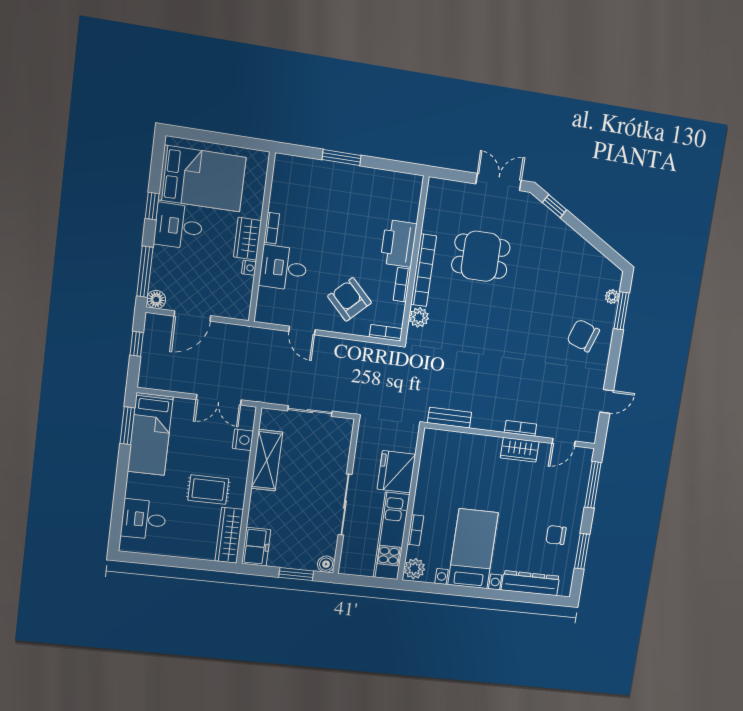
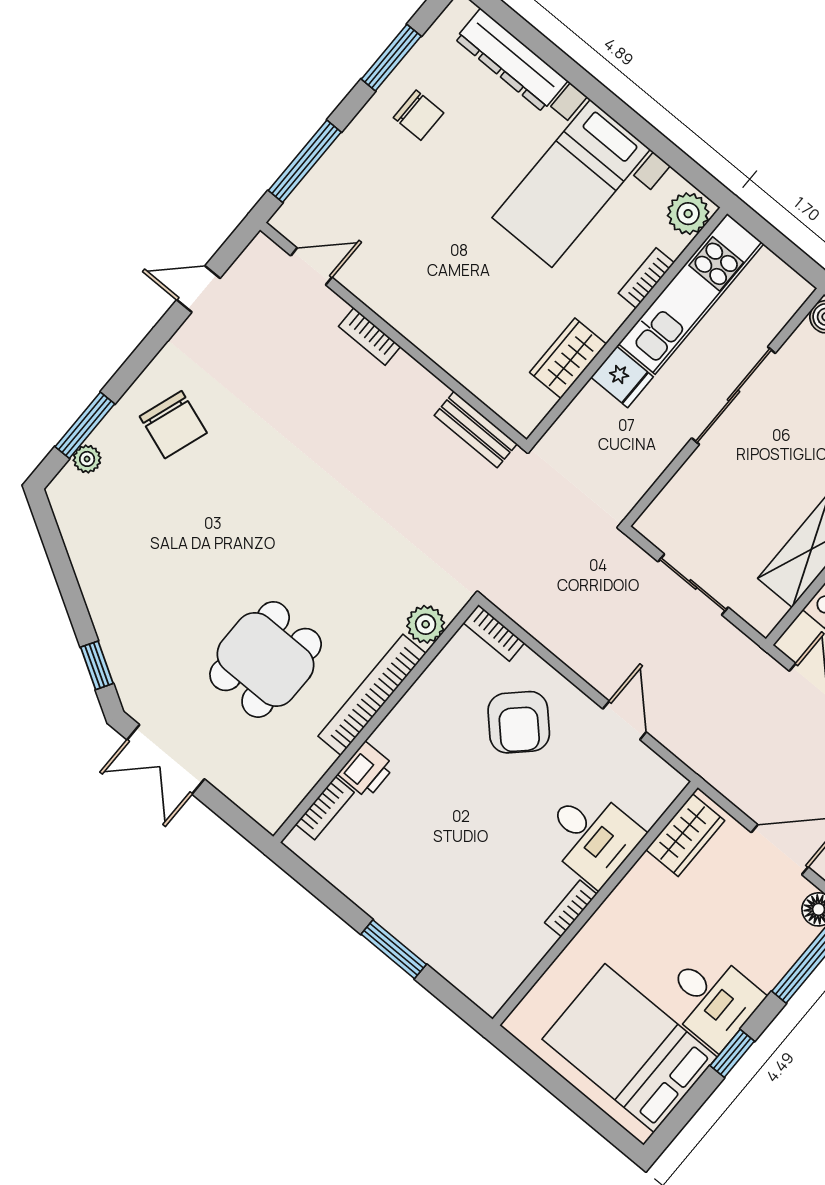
wardrobe: (247, 239) -> (685, 835), moved
printer: (399, 243) -> (366, 770), width x0.53, depth x0.68
dining table: (481, 256) -> (266, 659), turned 90
nightstand: (249, 268) -> (645, 869), removed
bookcase: (402, 285) -> (325, 808), moved
wardrobe: (520, 450) -> (568, 358), moved, turned -90
fridge: (396, 472) -> (622, 377), width x0.53, depth x0.75

